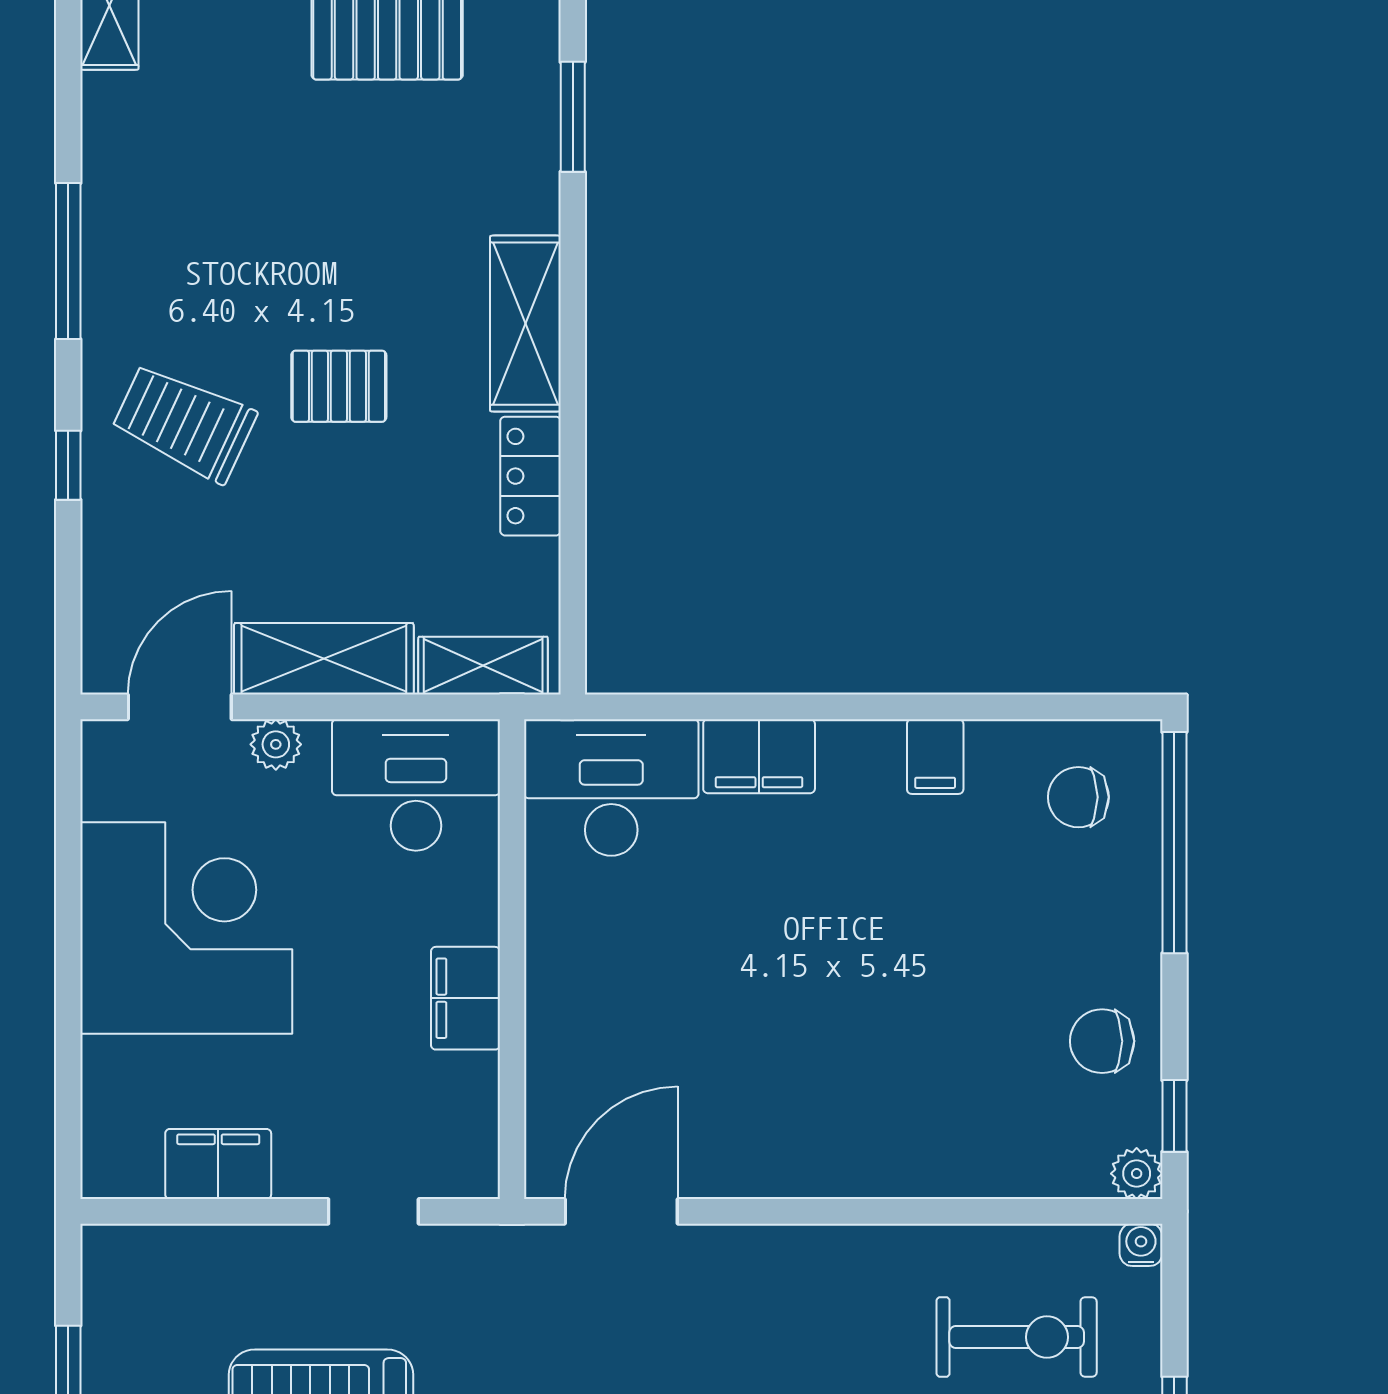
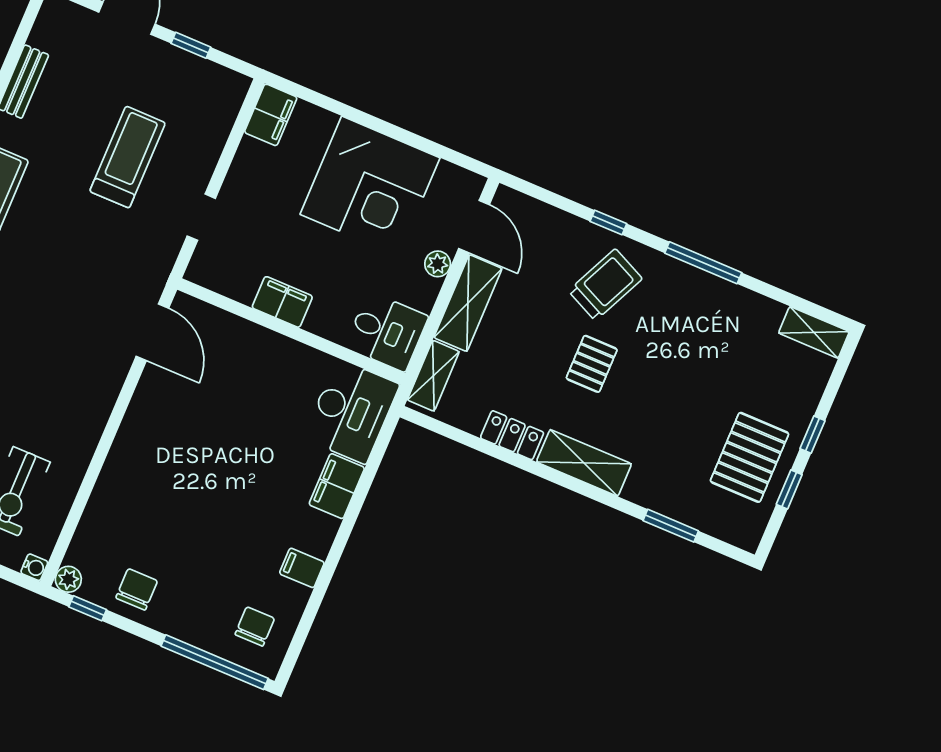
desk: (416, 785) -> (387, 332), width x0.73
filing cabinet: (218, 1164) -> (271, 115), moved

